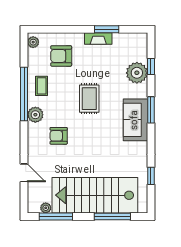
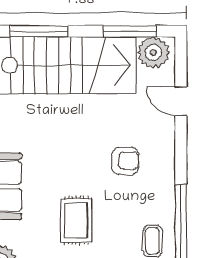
plant: (35, 115) -> (163, 195), removed
plant: (46, 208) -> (153, 53), width x1.88, depth x1.88

